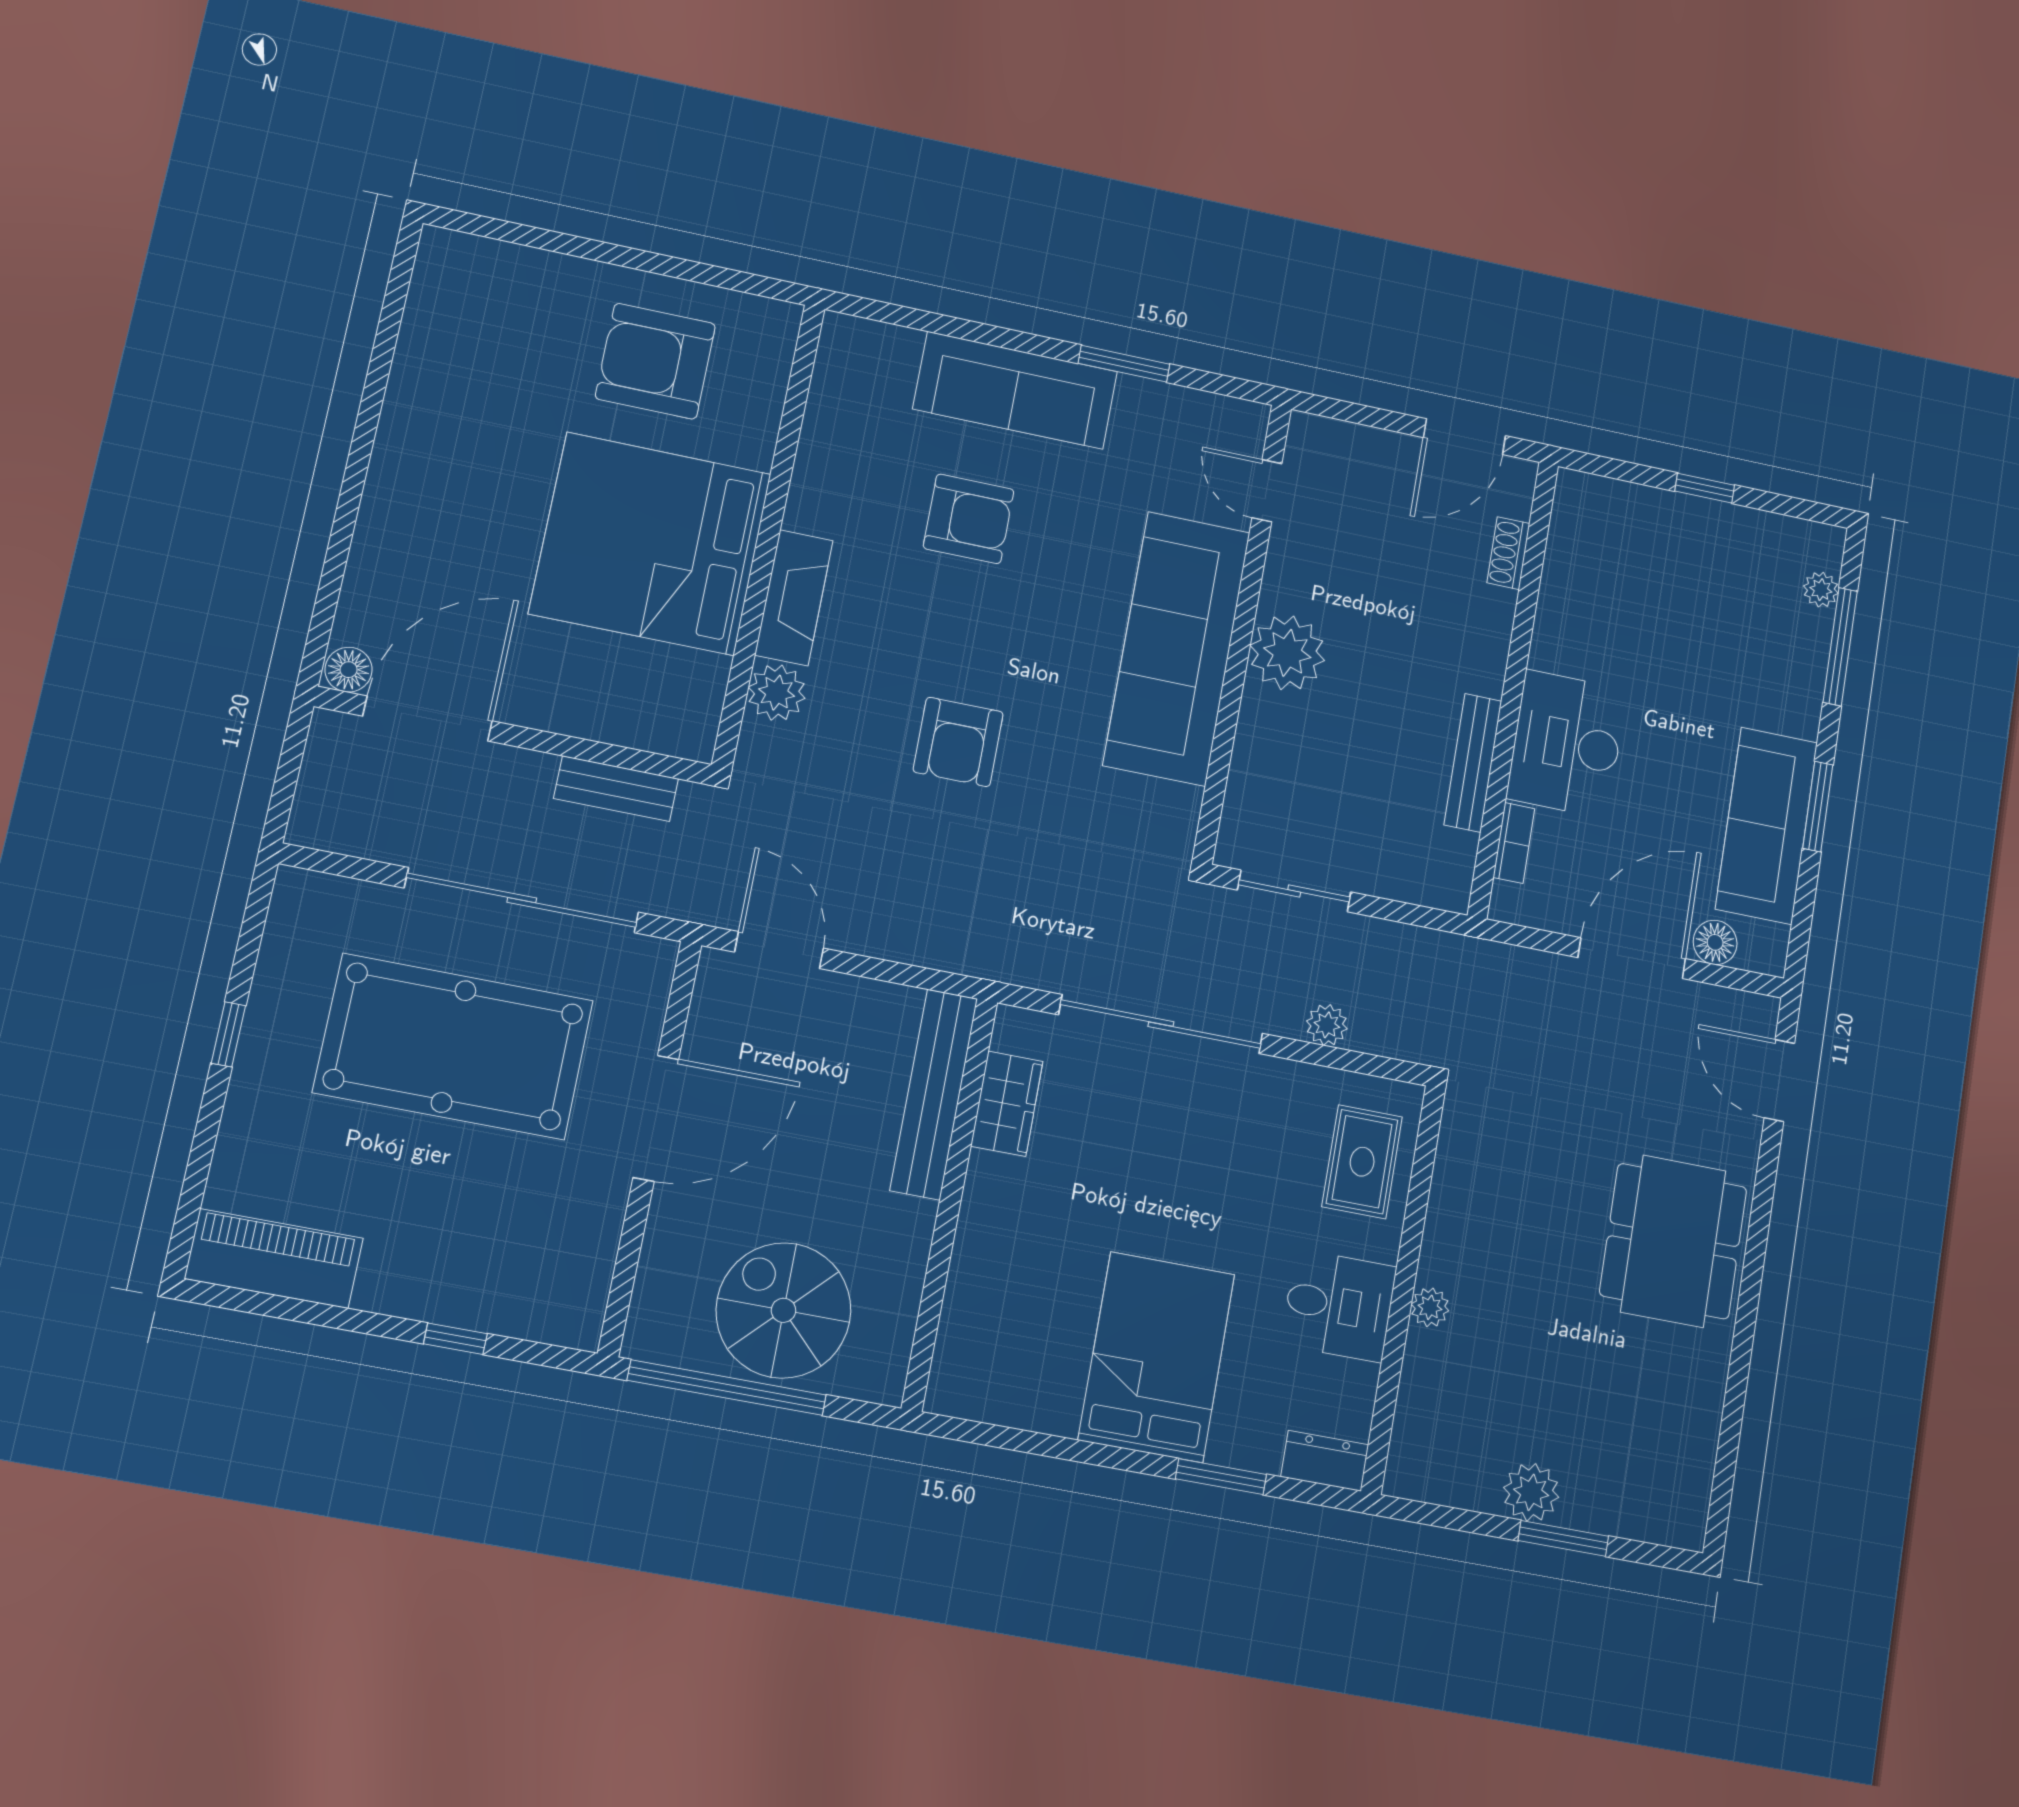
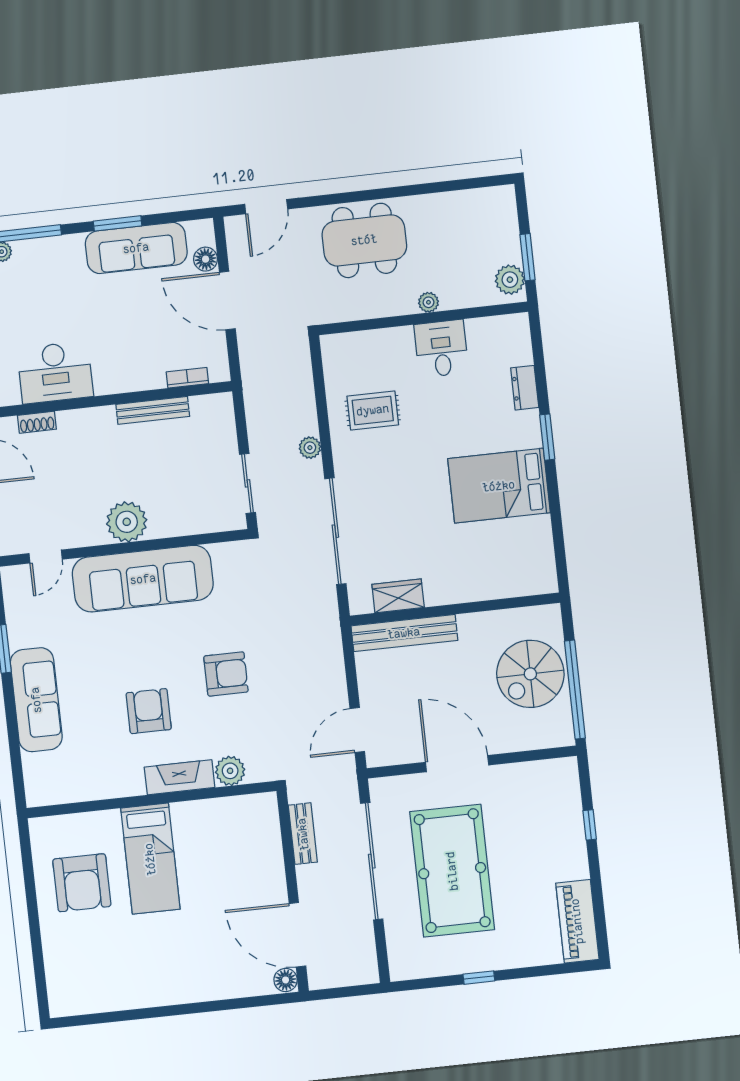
armchair: (969, 519) -> (149, 711), moved
bed: (650, 544) -> (150, 859), width x0.49
desk: (1567, 744) -> (55, 372), moved
wall: (1403, 1288) -> (423, 318), moved
desk: (1339, 1306) -> (441, 349), moved
plant: (1430, 1307) -> (428, 302), moved

